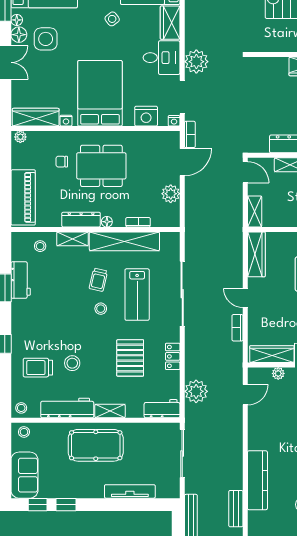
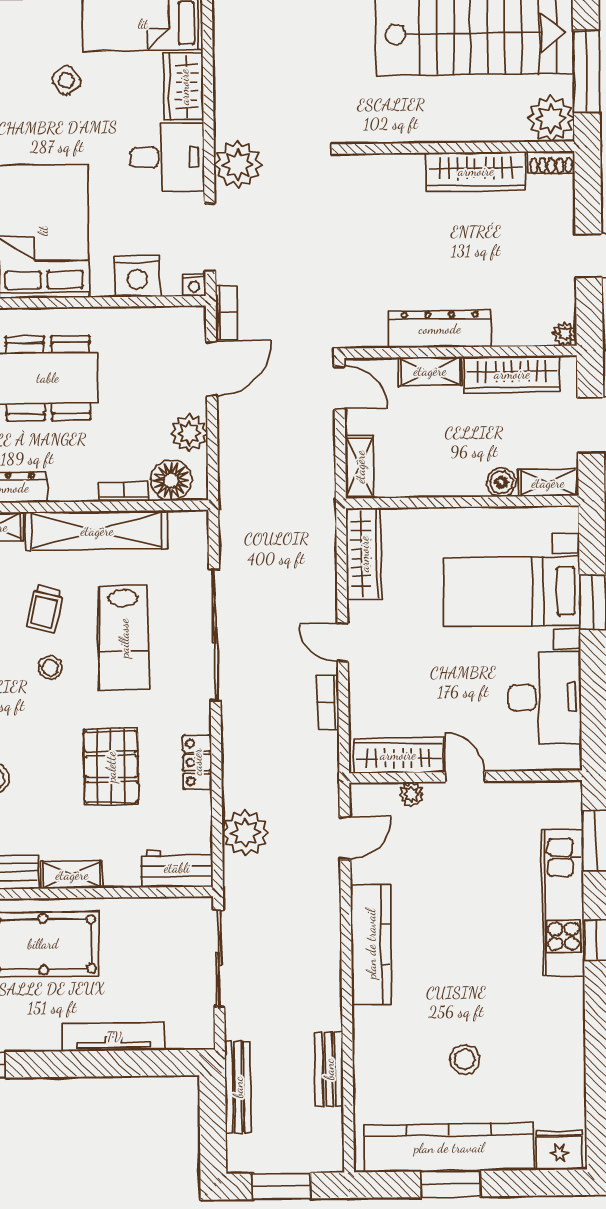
floor lamp: (107, 222) -> (171, 480), moved, width x1.89, depth x1.89
kitchen counter: (257, 480) -> (371, 944), moved

